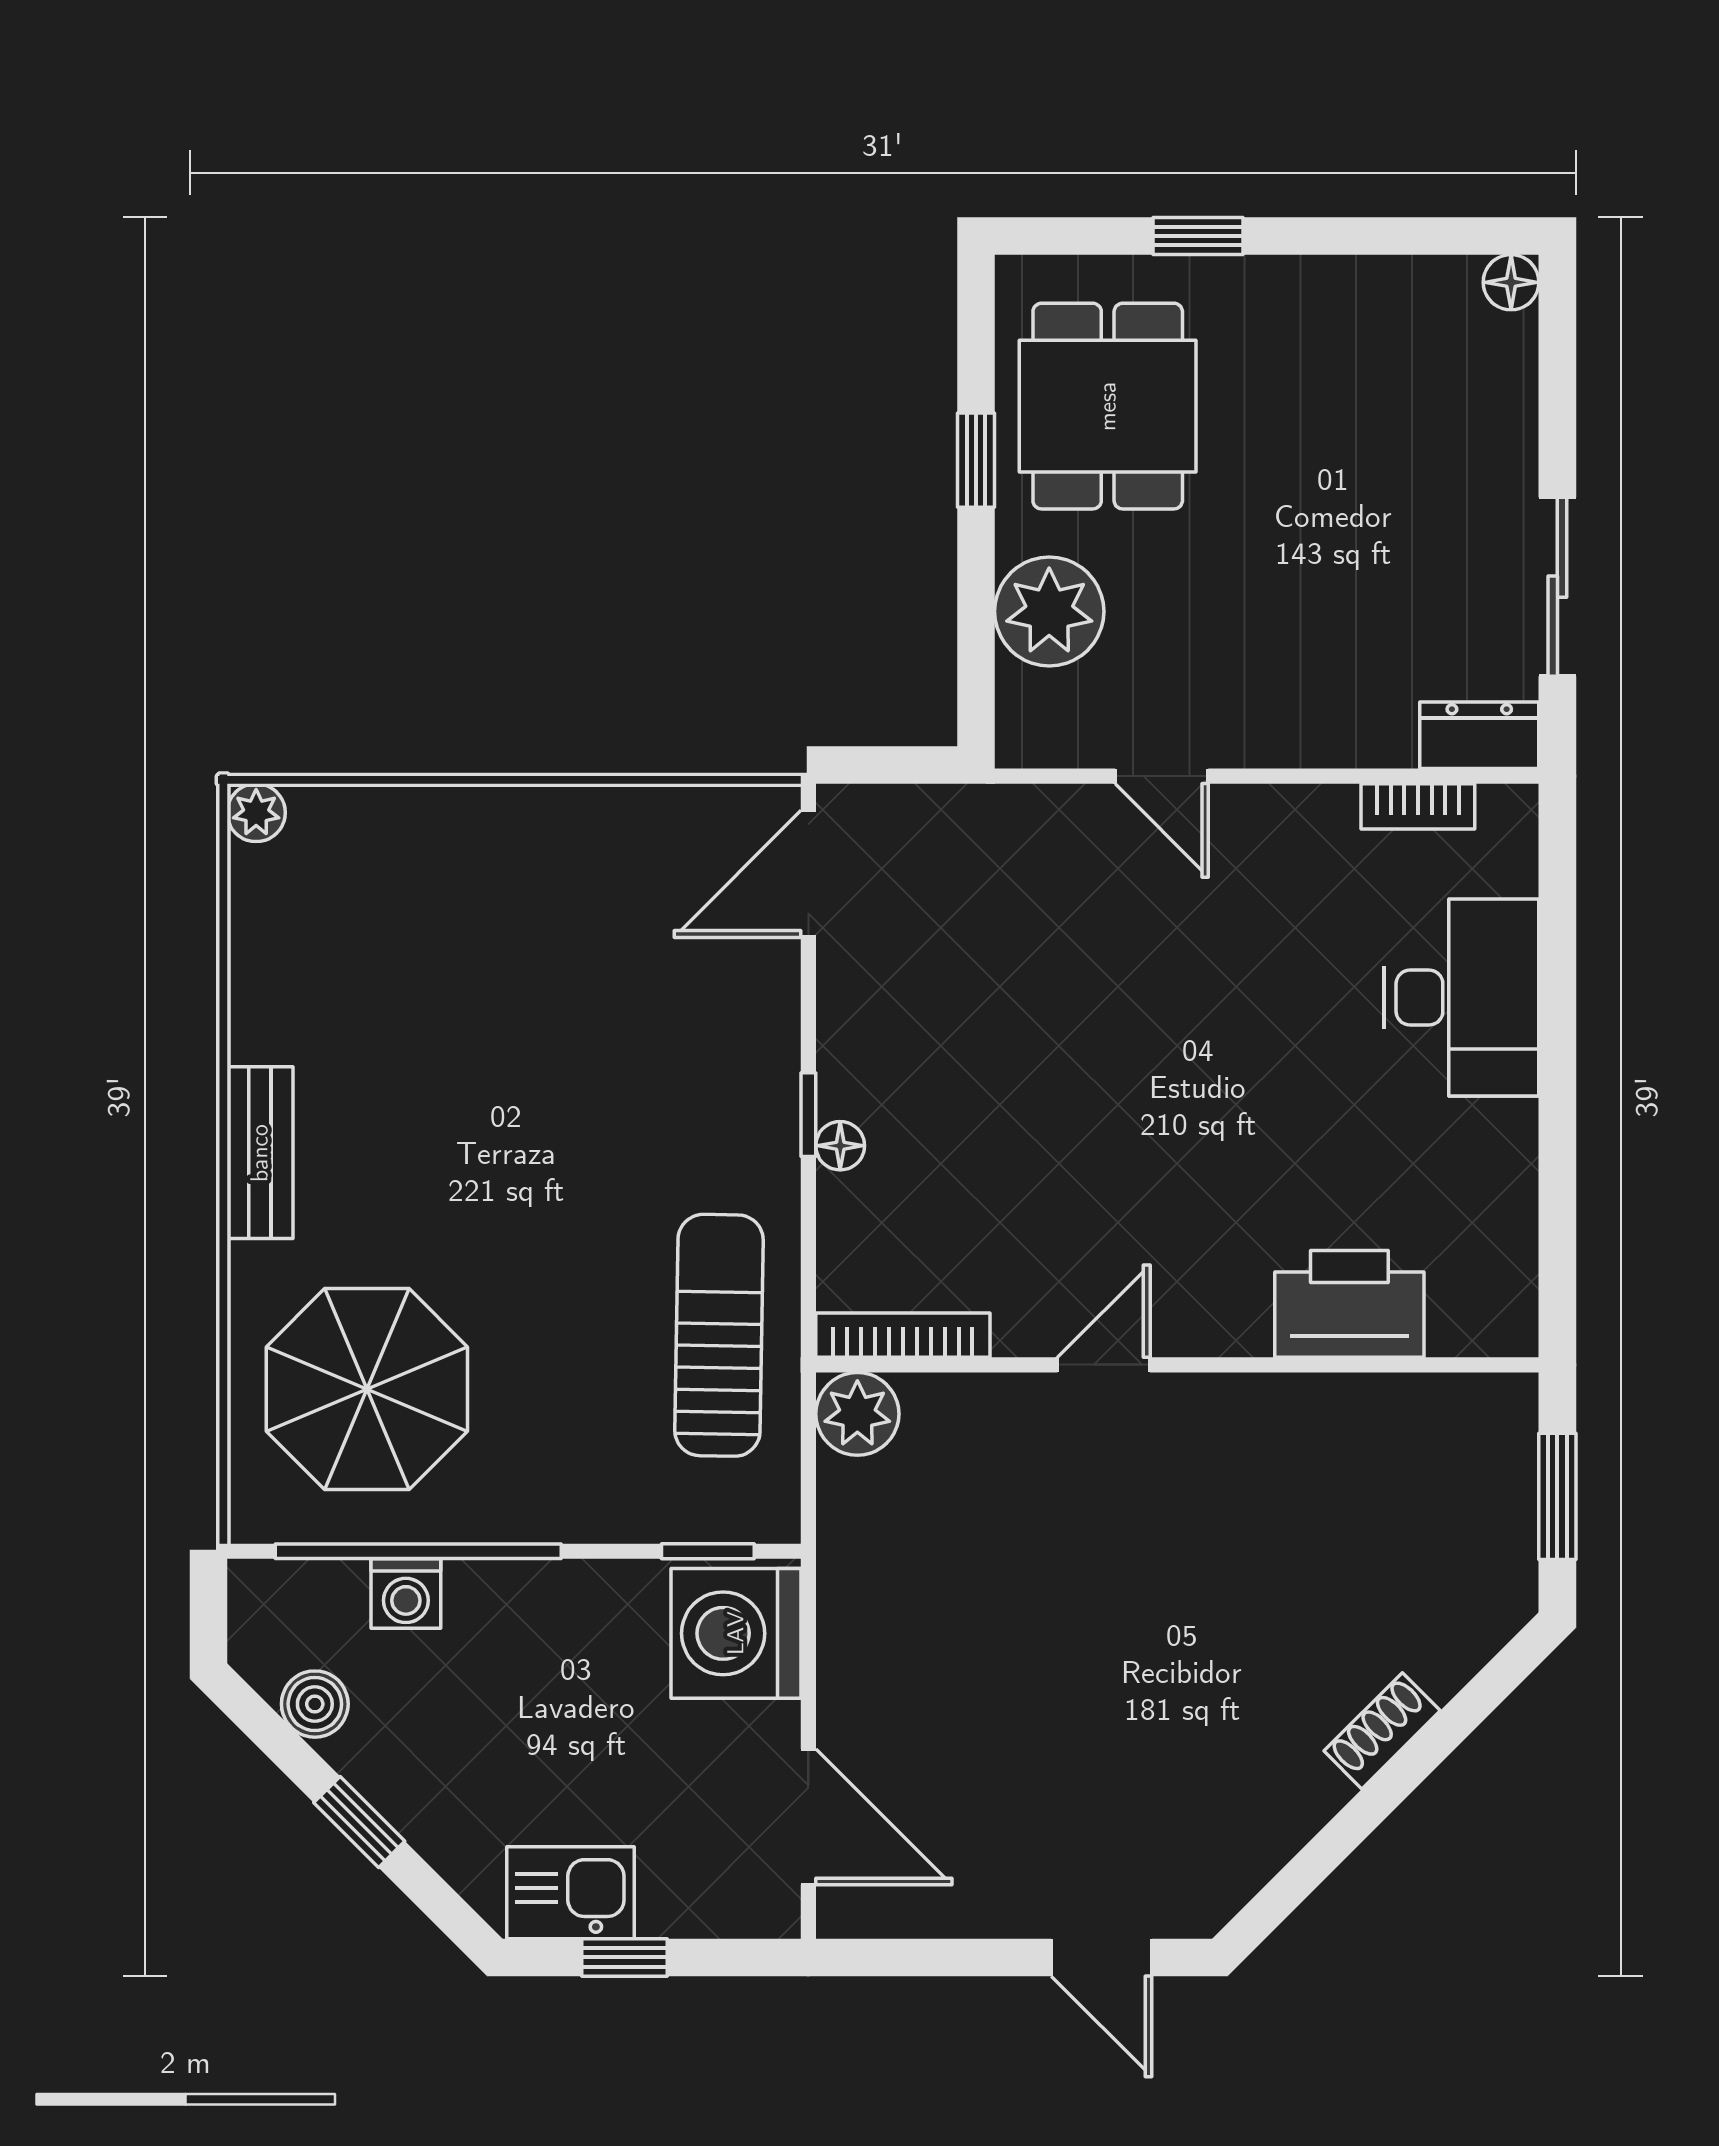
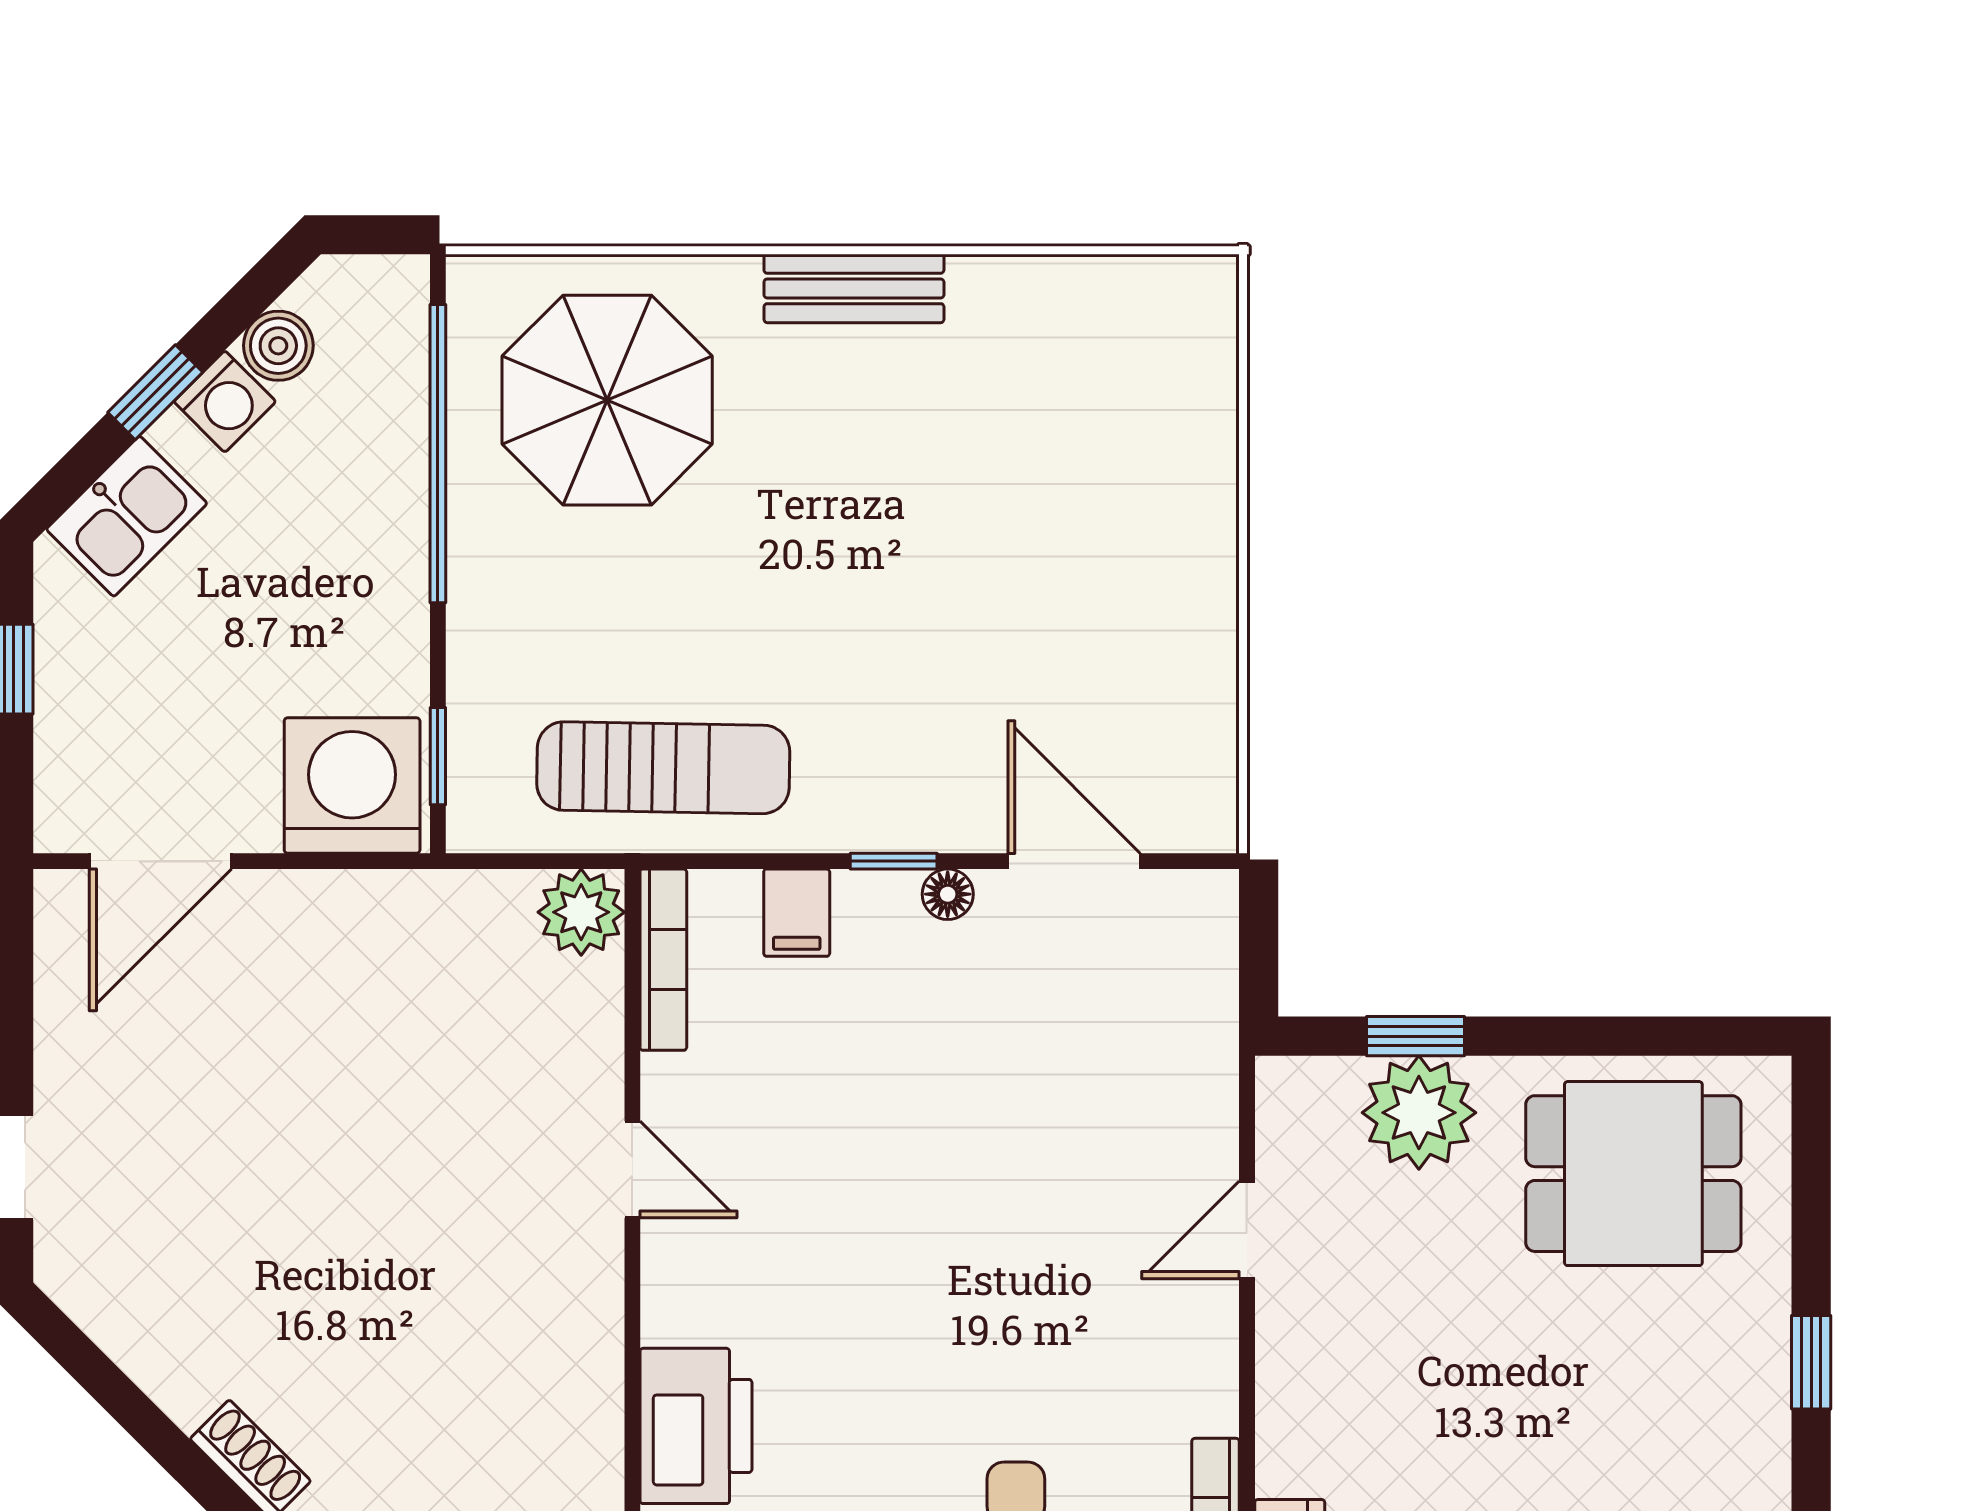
window: (1198, 236) -> (1811, 1362), moved
window: (976, 460) -> (1415, 1036), moved
plant: (256, 813) -> (1209, 284), removed
door: (808, 874) -> (1074, 861), moved
floor lamp: (840, 1146) -> (948, 894), moved
filing cabinet: (858, 1207) -> (797, 913), added
washing machine: (406, 1594) -> (225, 402), moved, turned -135
kitchen sink: (570, 1893) -> (127, 516), moved, turned 45

